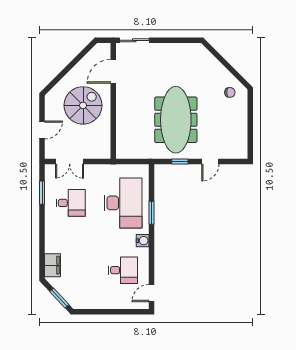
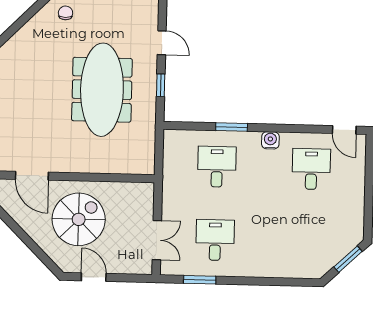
spiral stairs: (83, 105) -> (79, 219), turned 90
meeting table: (176, 120) -> (102, 90), turned 90
door: (42, 130) -> (94, 277), moved
desk: (123, 203) -> (217, 167), width x0.53, depth x0.77
filing cabinet: (53, 265) -> (302, 268), removed

